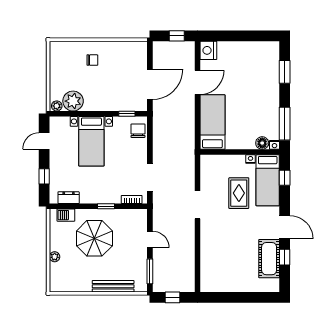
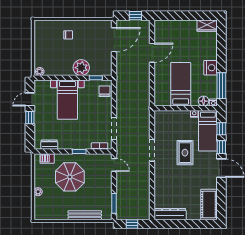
wardrobe: (267, 48) -> (207, 26), added
nightstand: (208, 50) -> (211, 68), moved, turned 180
window: (285, 72) -> (221, 44), removed
door: (150, 84) -> (114, 40), moved
plant: (73, 101) -> (81, 68), moved
bed: (212, 122) -> (181, 84), moved
window: (44, 176) -> (30, 118), moved
rug: (239, 193) -> (185, 153), moved
door: (150, 239) -> (114, 165), moved
window: (285, 257) -> (221, 147), moved
cot: (269, 259) -> (209, 205), moved
dresser: (220, 285) -> (170, 214), added

